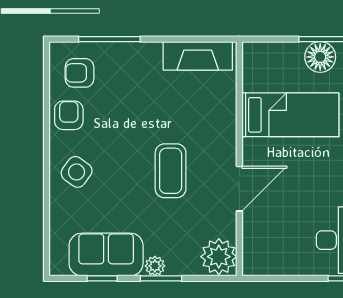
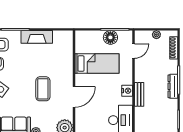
fireplace: (198, 56) -> (37, 37), moved

